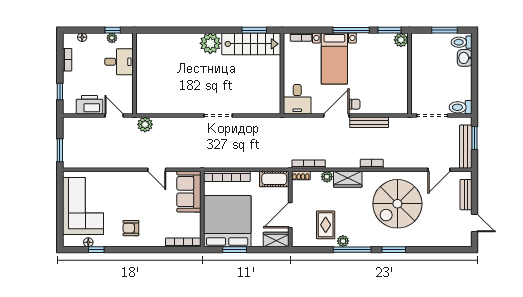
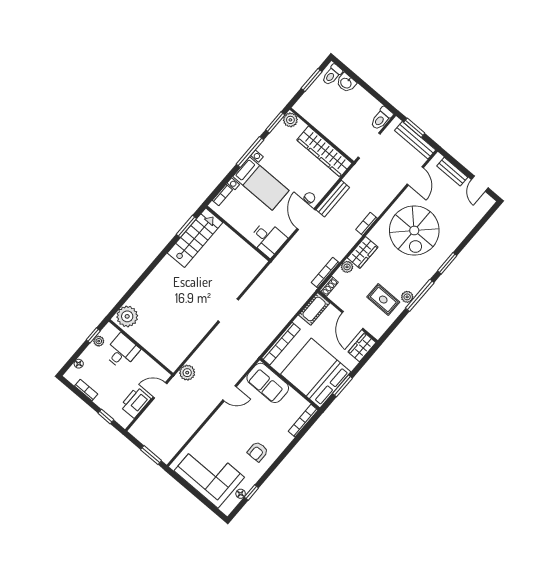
plant: (210, 43) -> (127, 316), moved
wardrobe: (399, 86) -> (324, 152), added
door: (474, 223) -> (480, 184), swing flipped

